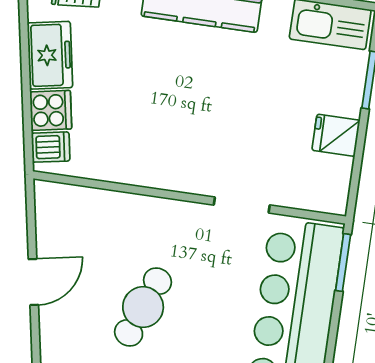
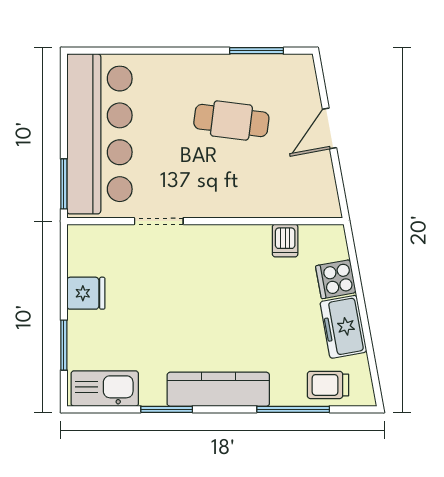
dishwasher: (51, 147) -> (285, 241), moved, turned -80
cafe table: (143, 307) -> (231, 120), turned 76

